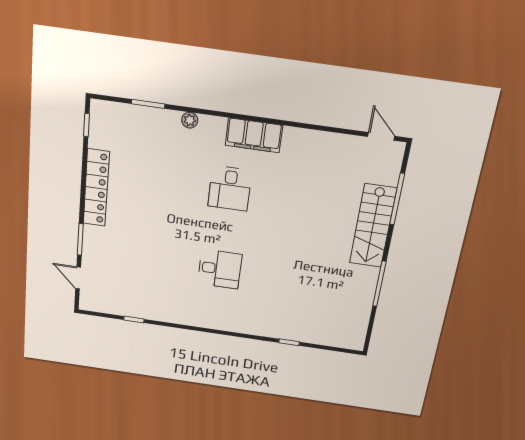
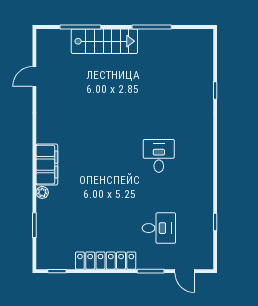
filing cabinet: (254, 135) -> (47, 165), moved
door: (381, 136) -> (34, 76), moved
desk: (230, 188) -> (159, 228), moved
door: (78, 278) -> (185, 271), hinge flipped

